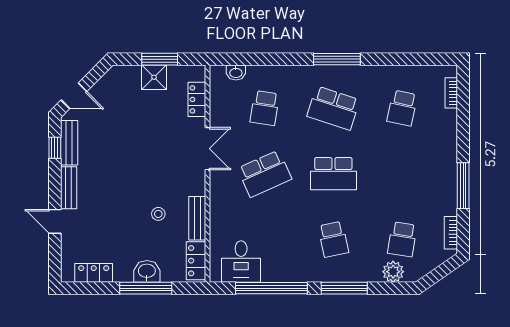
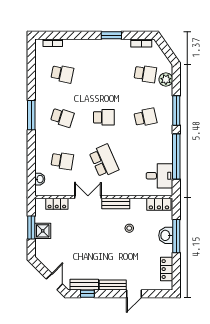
school desk: (333, 108) -> (62, 117), width x0.54
school desk: (333, 174) -> (104, 117), width x0.54
window: (463, 186) -> (111, 35), width x0.69
bench: (197, 218) -> (116, 204), moved

